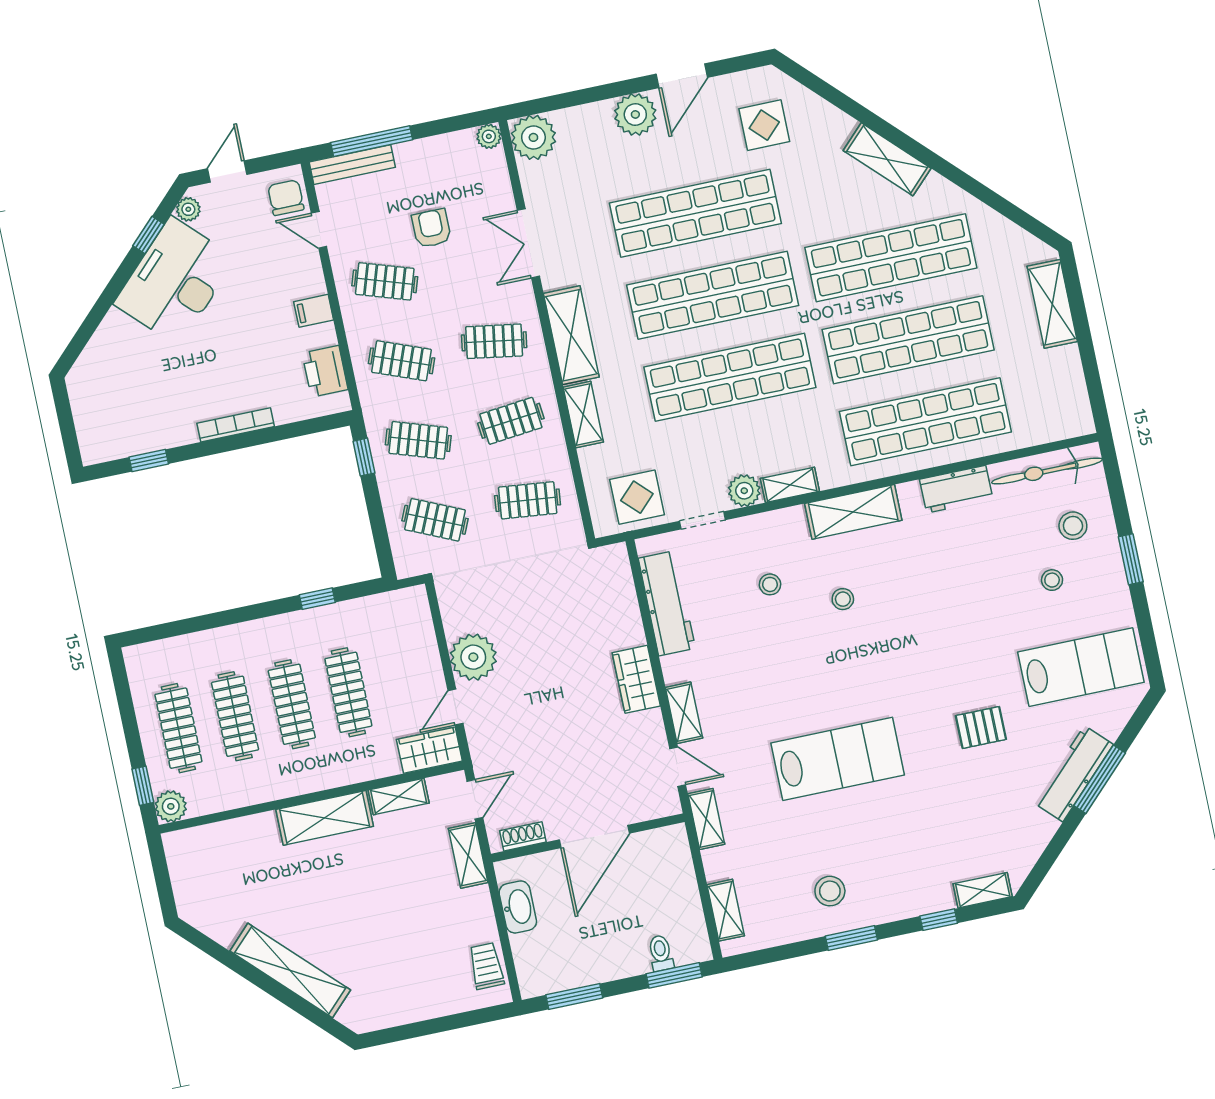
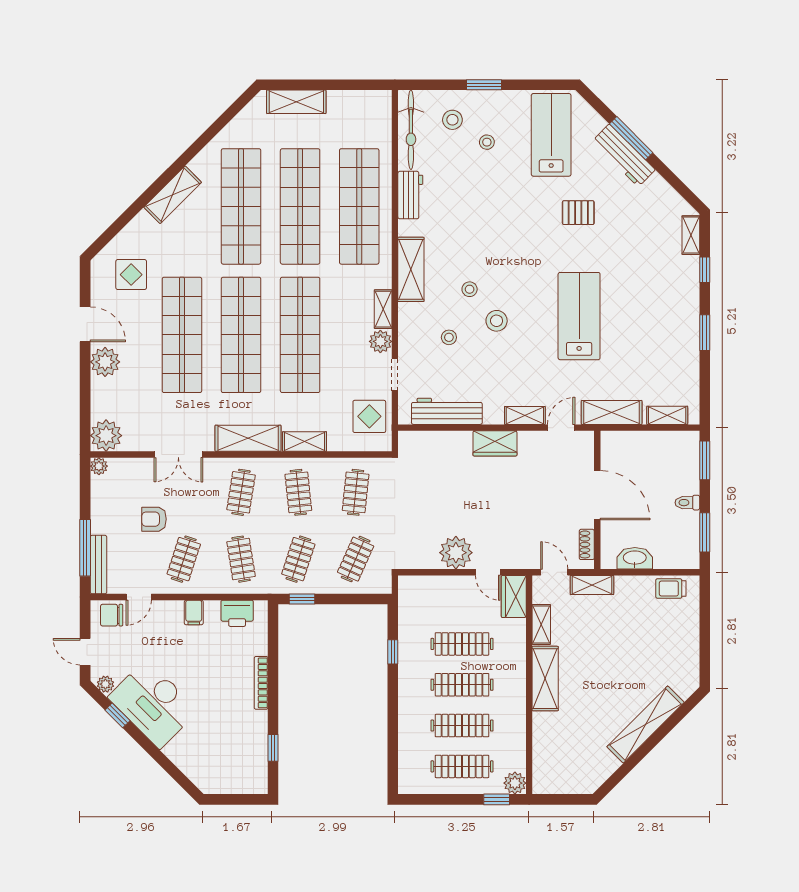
clothes rail: (401, 361) -> (241, 559), turned -30
pallet: (981, 728) -> (578, 213), turned 90
shelving: (706, 819) -> (612, 412), width x1.50, depth x1.33
stool: (830, 891) -> (497, 321), moved
toilet: (661, 953) -> (687, 503), moved

